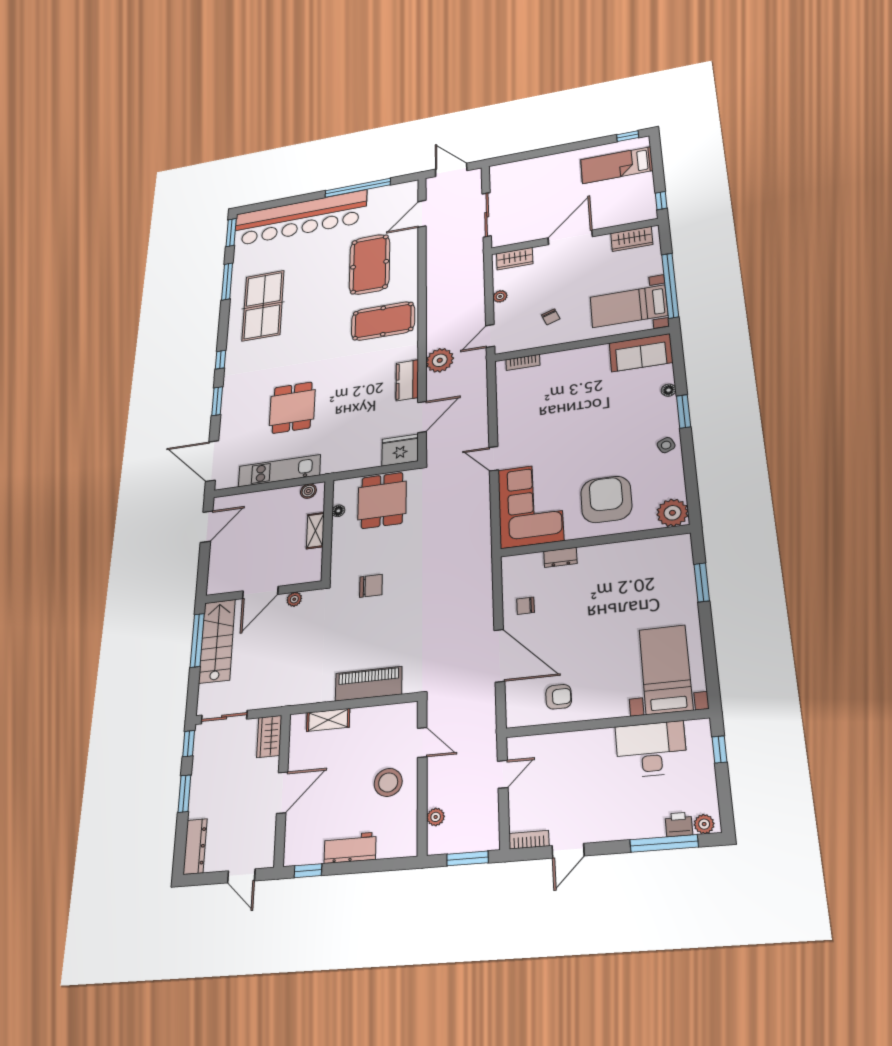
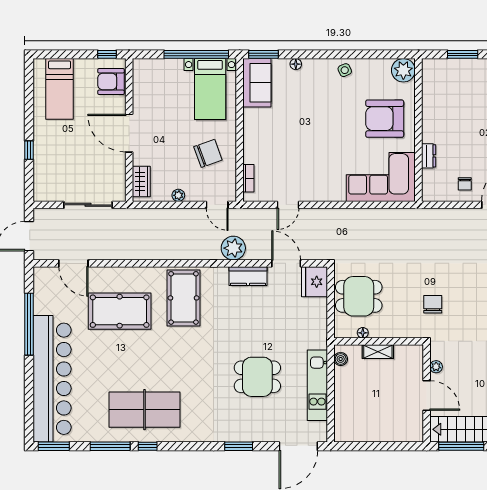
window: (628, 136) -> (29, 150), moved
armchair: (629, 210) -> (111, 82), added
wardrobe: (632, 239) -> (142, 82), removed
chair: (551, 317) -> (208, 153), width x1.87, depth x1.87
window: (221, 360) -> (148, 446), moved
window: (684, 411) -> (263, 54), moved
door: (494, 459) -> (288, 205), moved
door: (207, 527) -> (361, 446), removed

